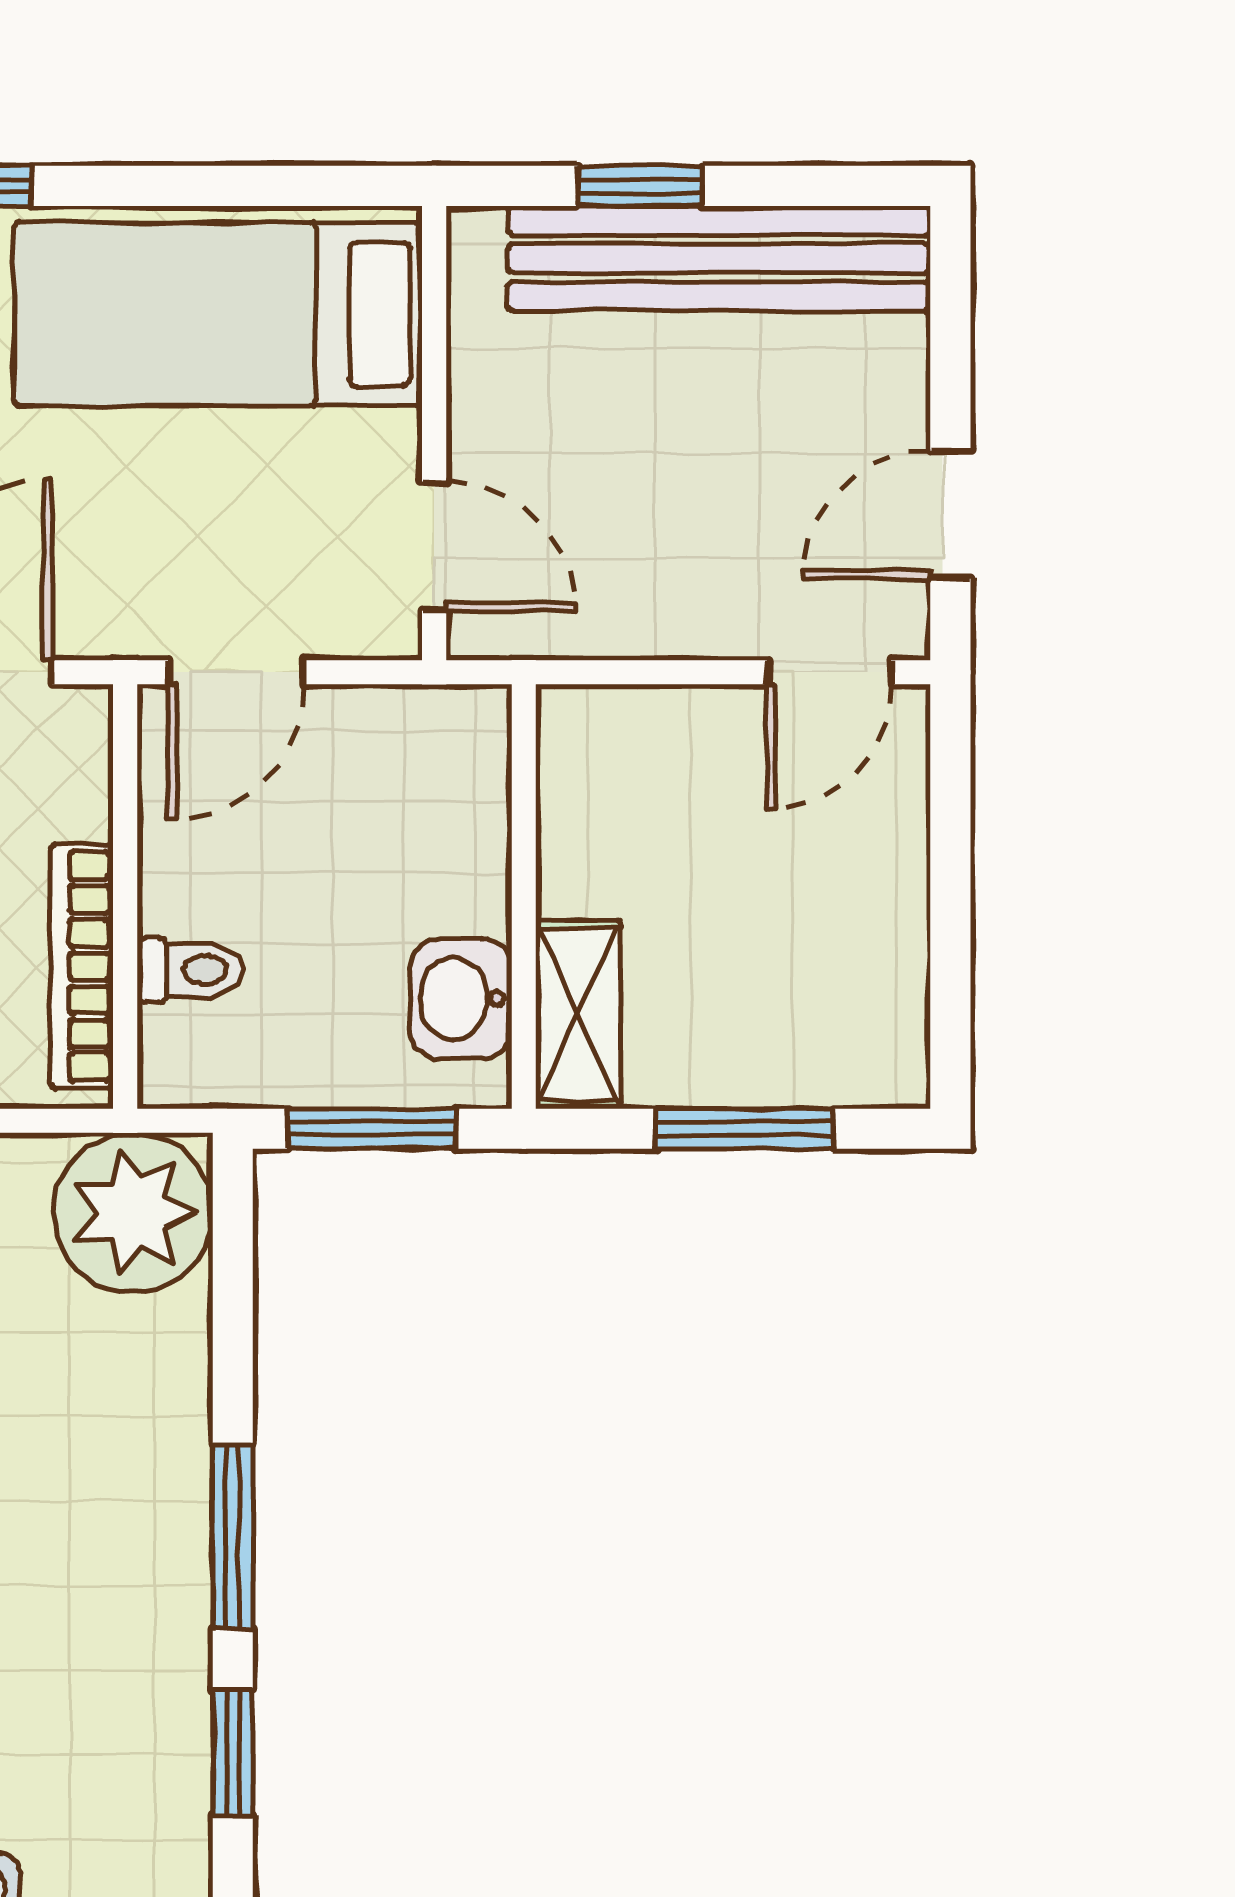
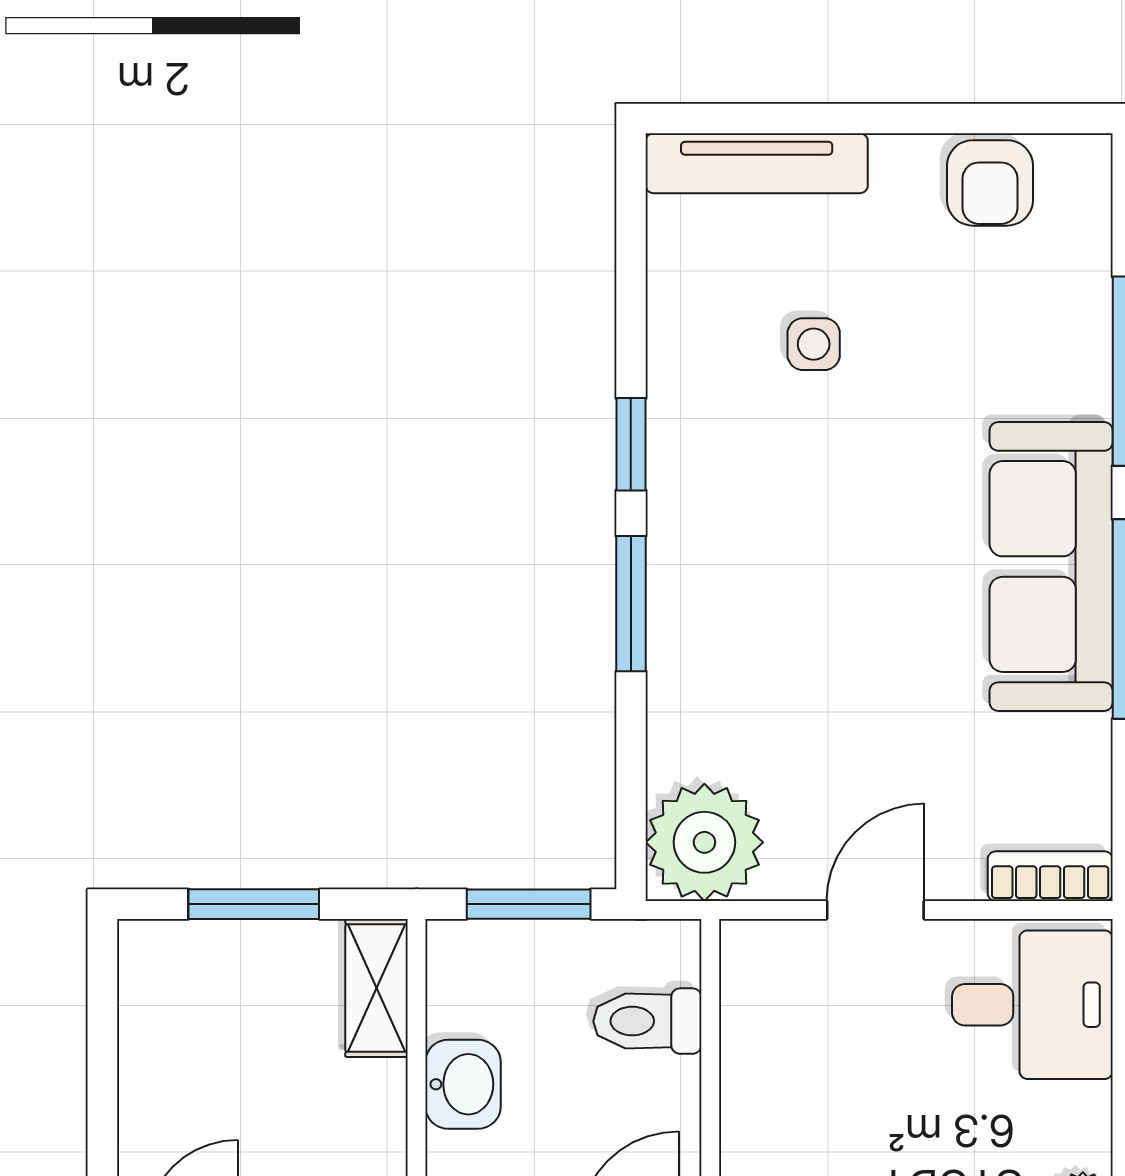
bookcase: (82, 966) -> (742, 1024), removed
toilet: (190, 970) -> (647, 1021), width x1.37, depth x1.39
washbasin: (461, 998) -> (463, 1084), moved

